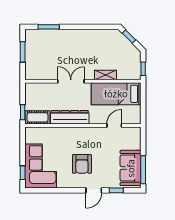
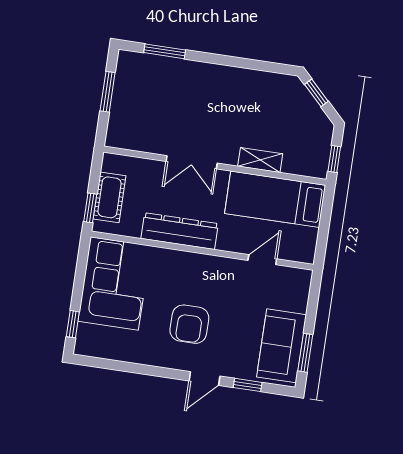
double door: (71, 81) -> (192, 162), swing flipped
cot: (37, 117) -> (109, 197), moved, turned 90
corner sofa: (41, 166) -> (114, 284), moved
window: (143, 170) -> (305, 353), width x0.69

